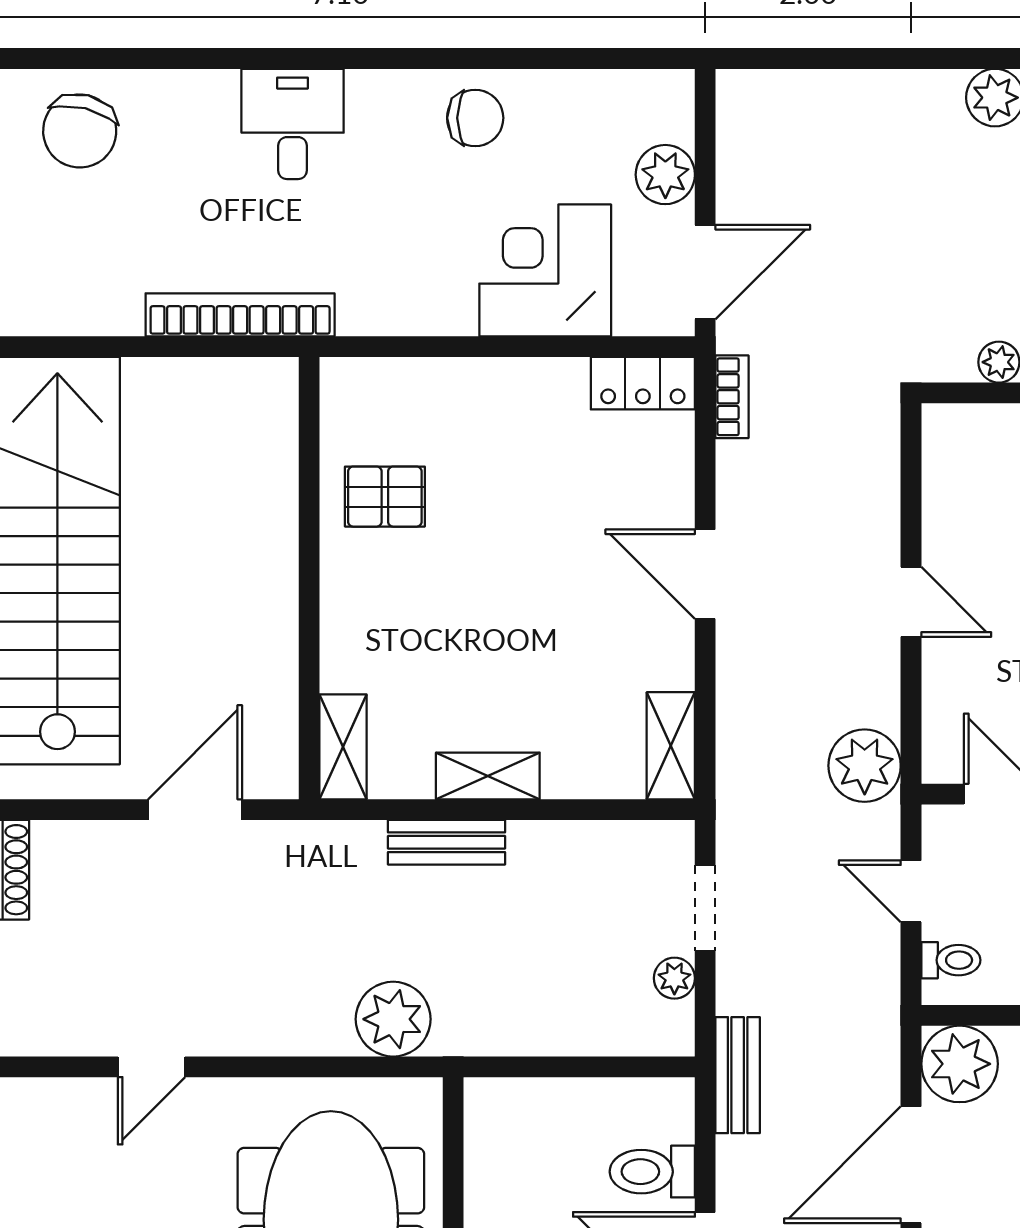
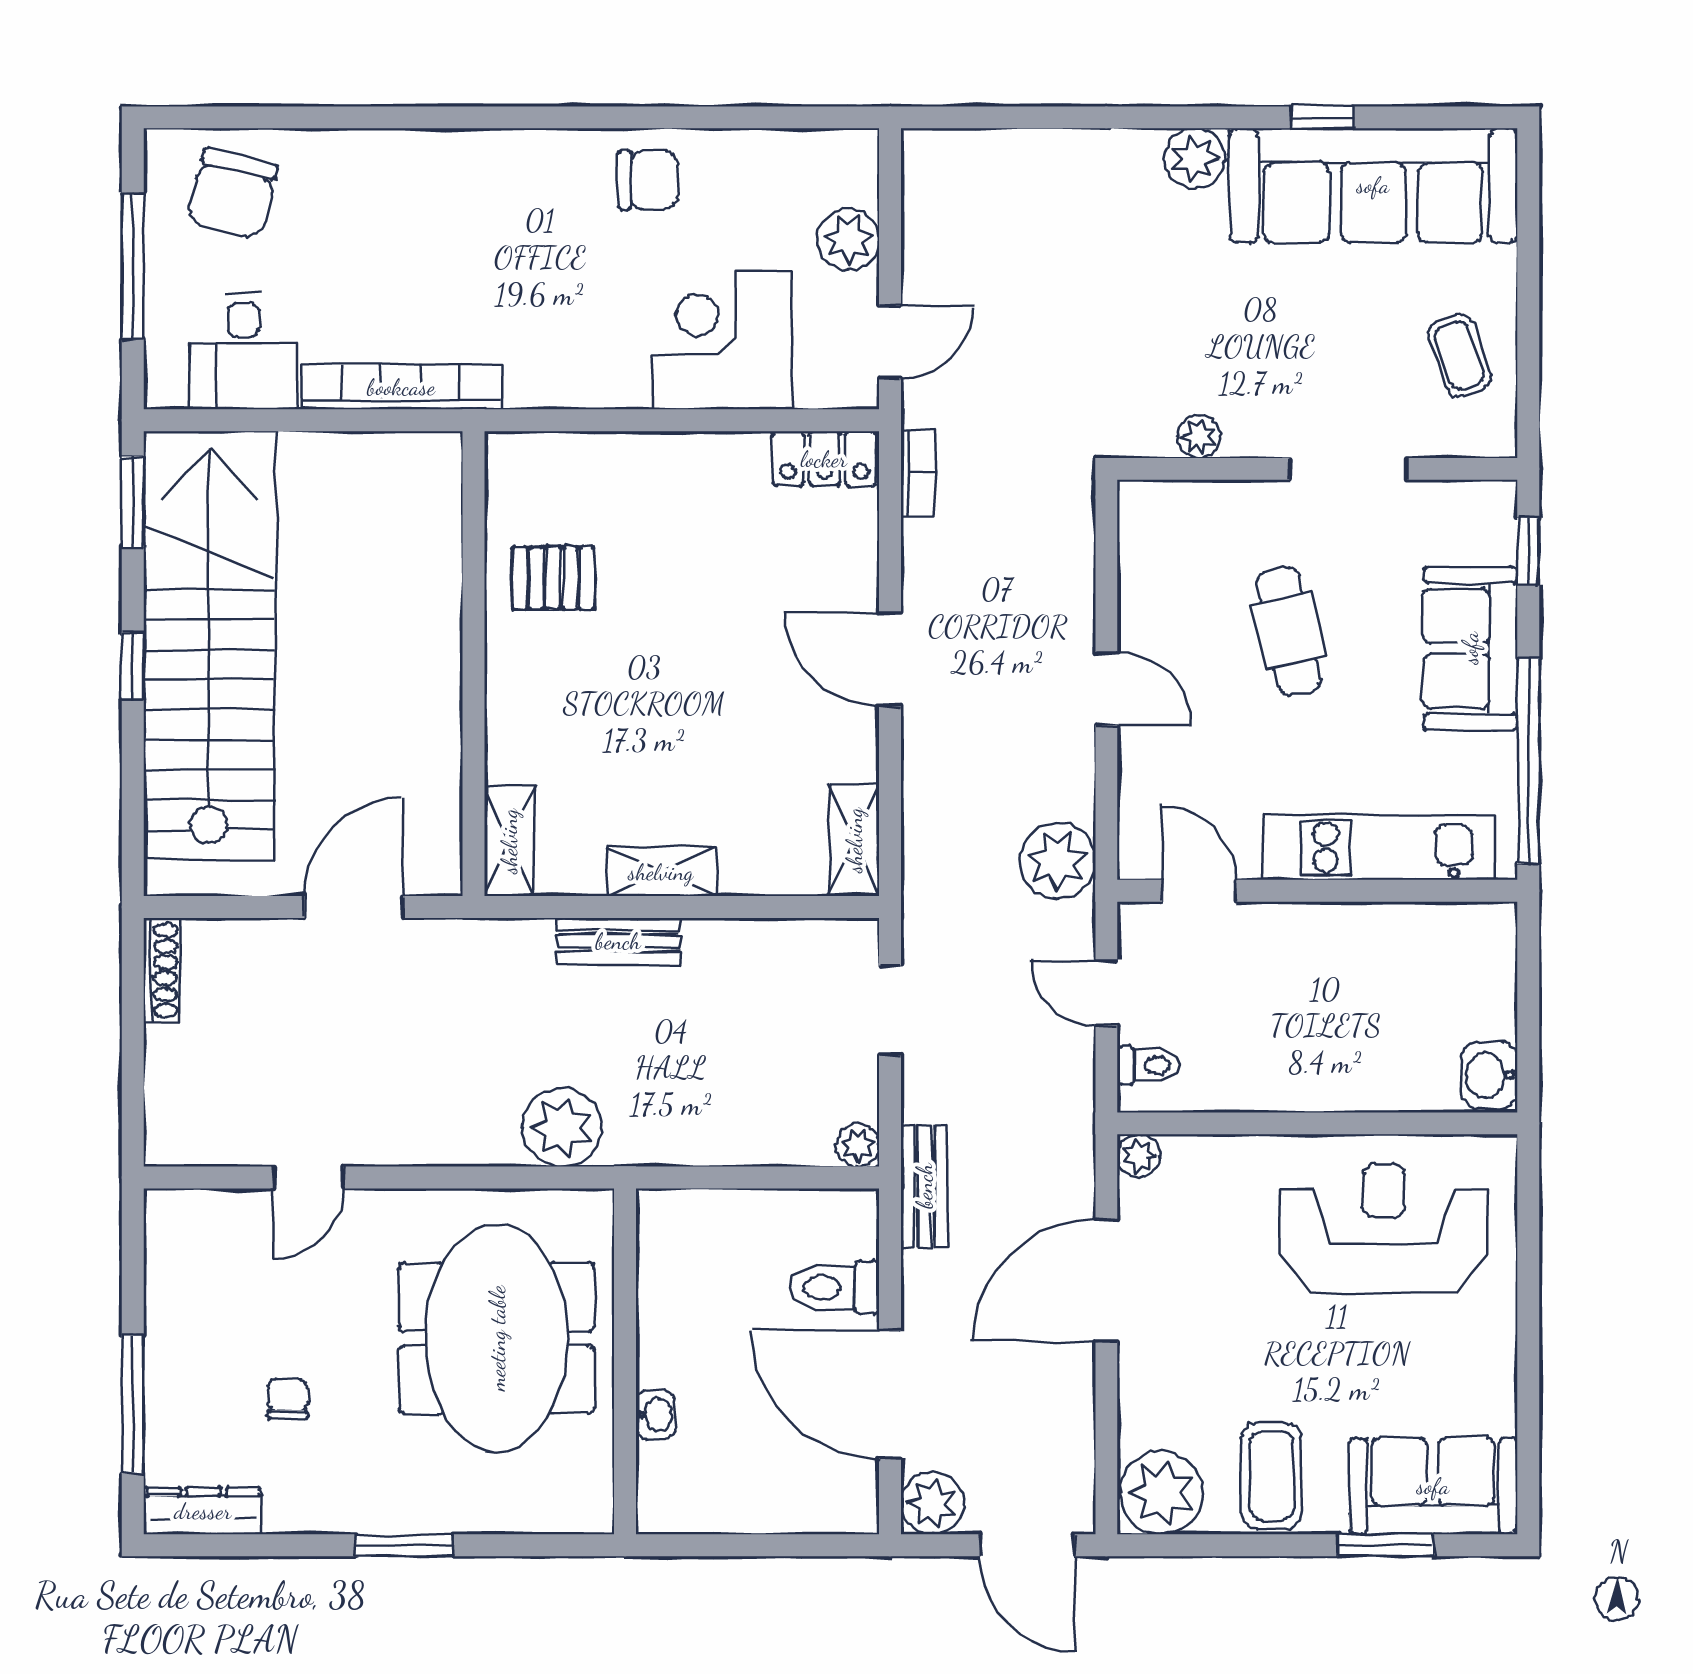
desk: (293, 124) -> (244, 351), moved, turned 180
door: (705, 272) -> (890, 342), width x0.73
plant: (674, 978) -> (858, 1145), moved
plant: (960, 1064) -> (1139, 1156), width x0.53, depth x0.53

